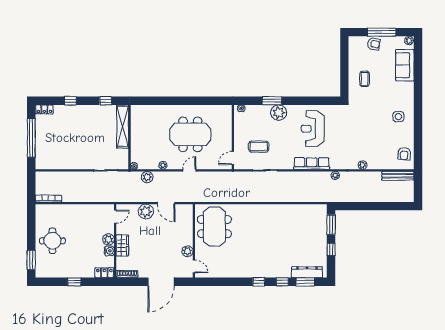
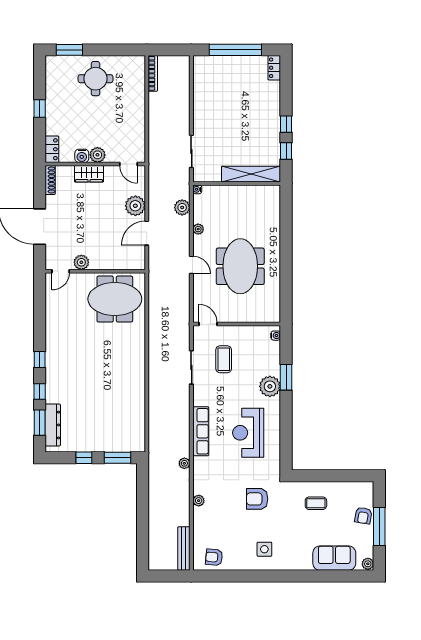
window: (70, 101) -> (286, 124), moved
armchair: (361, 122) -> (257, 499), added
reception desk: (313, 129) -> (248, 433), turned -90

